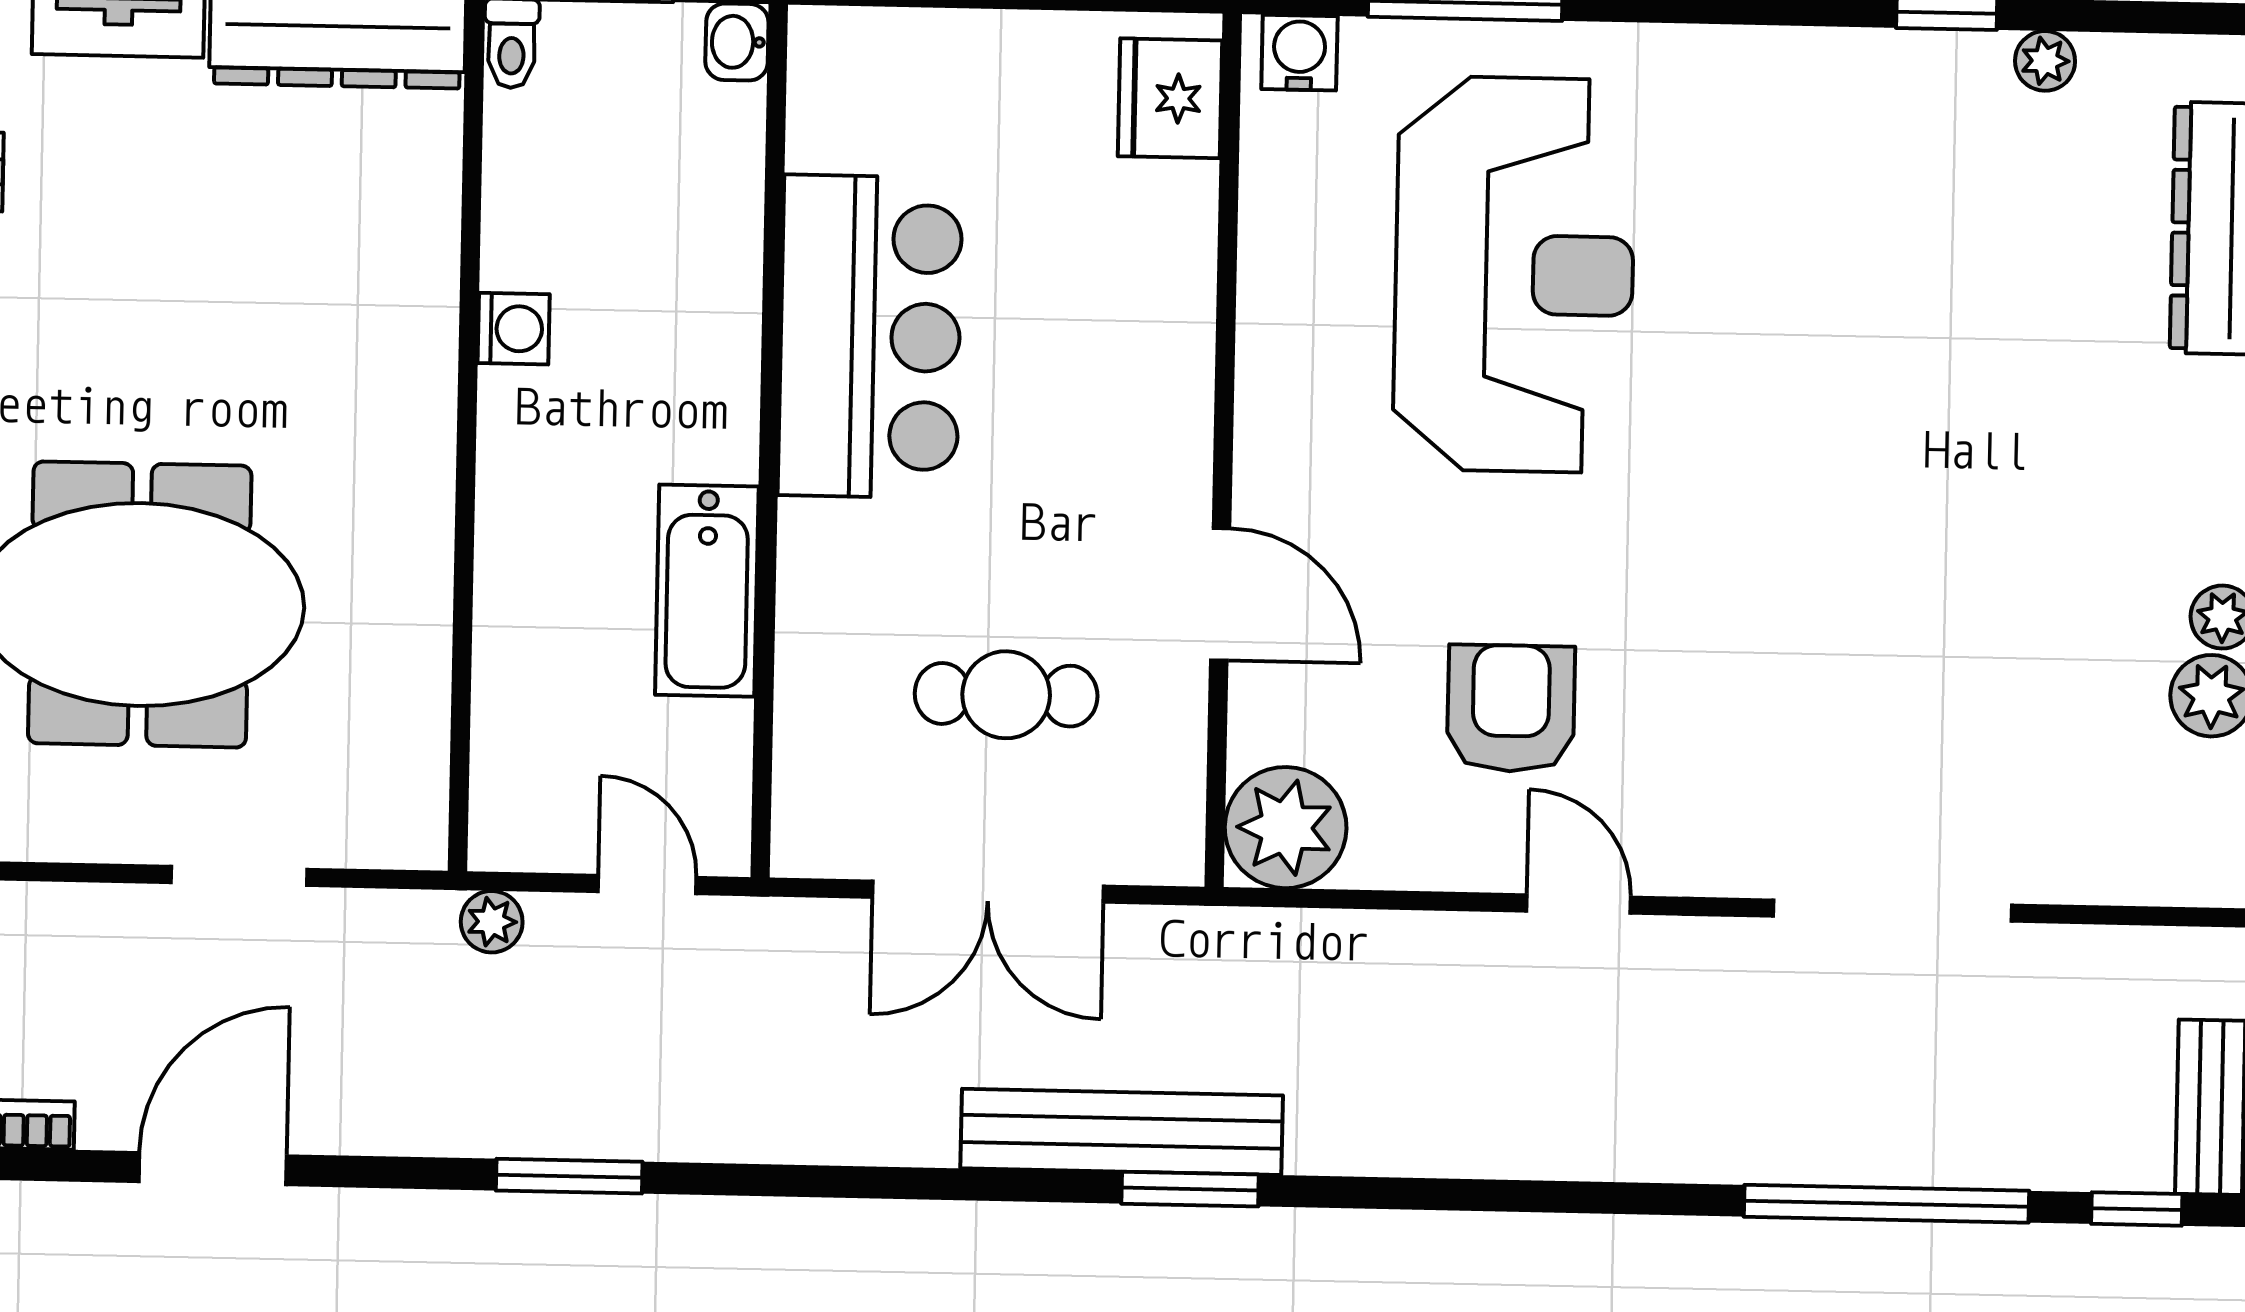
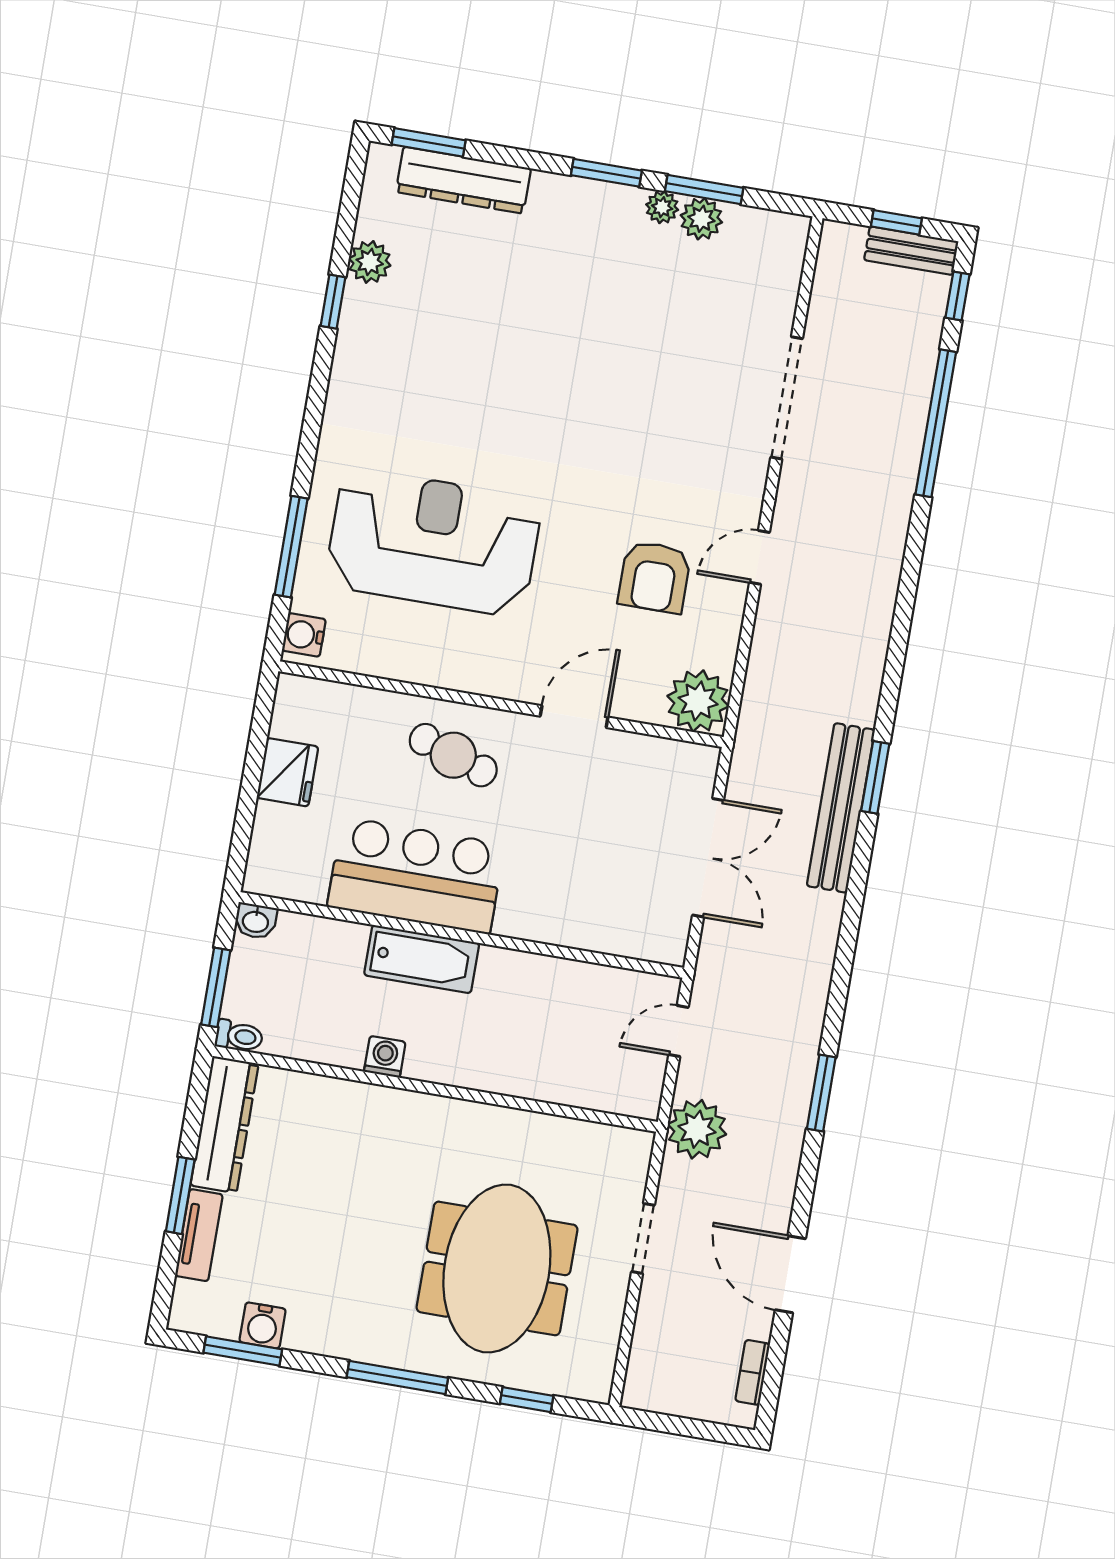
plant: (2045, 61) -> (370, 262), width x1.38, depth x1.38
fridge: (1170, 98) -> (288, 772), moved, turned -90
bathtub: (707, 591) -> (422, 959), moved
cafe table: (1006, 695) -> (453, 755), moved, turned -71
armchair: (1511, 708) -> (654, 577), turned -90
plant: (492, 922) -> (697, 1129), width x1.88, depth x1.88

